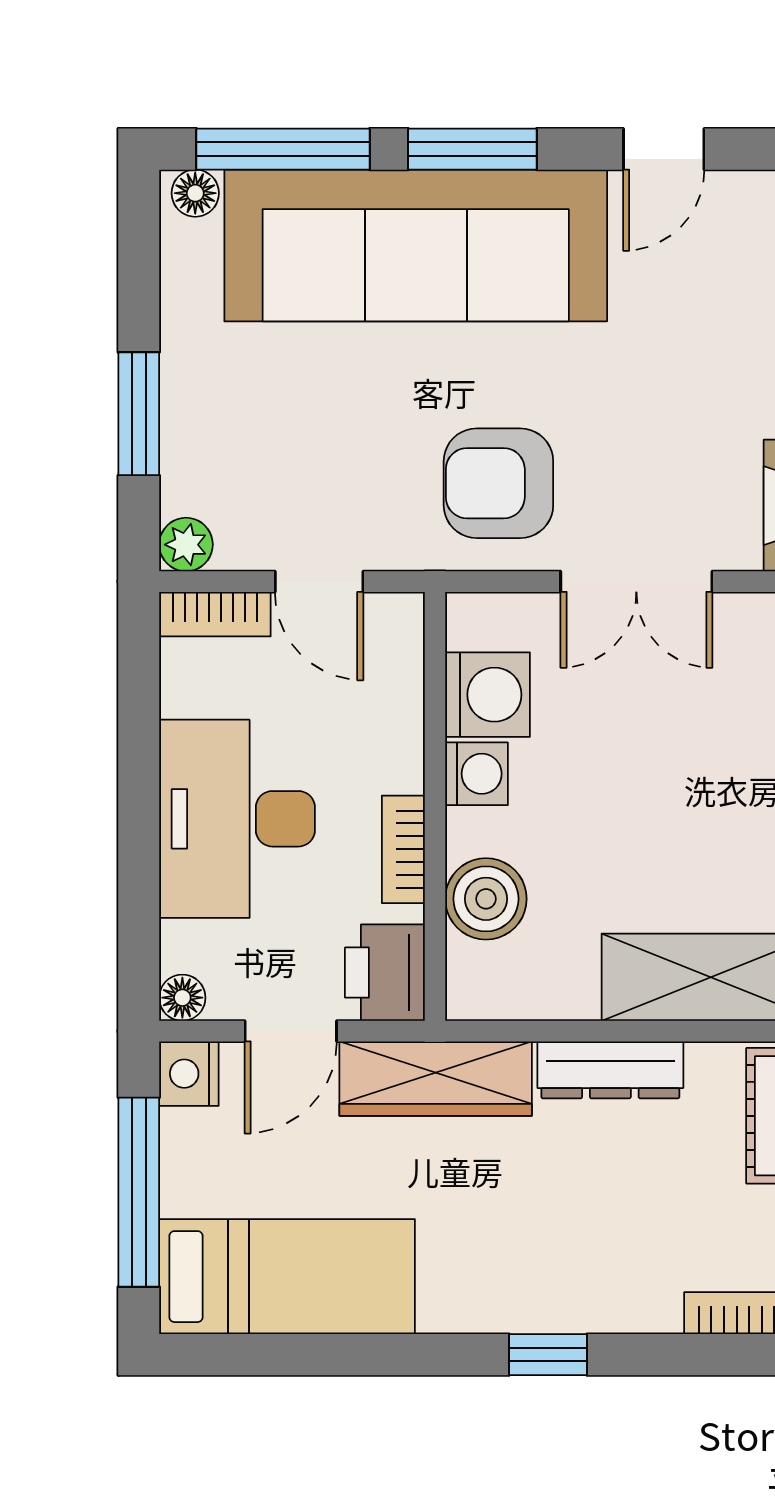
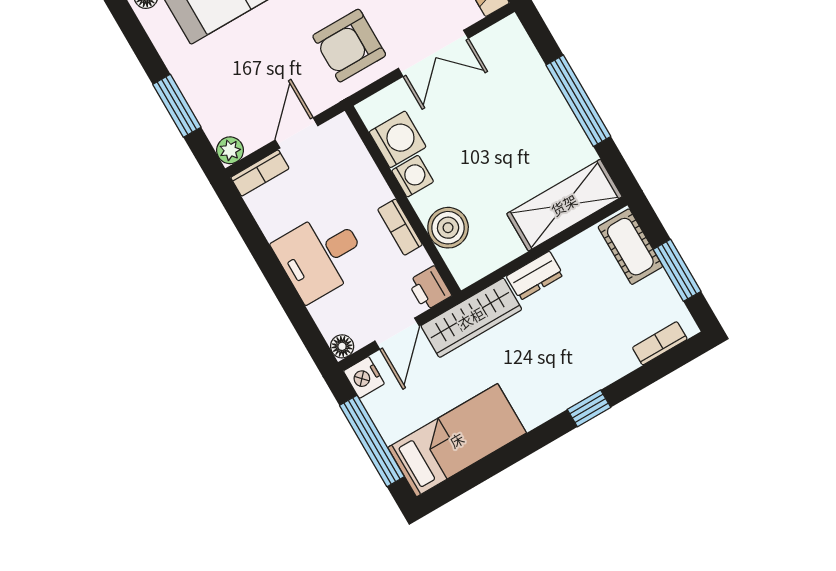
door: (319, 582) -> (297, 133), swing flipped
desk: (237, 819) -> (321, 256), width x0.73
printer: (385, 973) -> (430, 288), width x0.73, depth x0.81
dresser: (610, 1070) -> (535, 276), width x0.70

